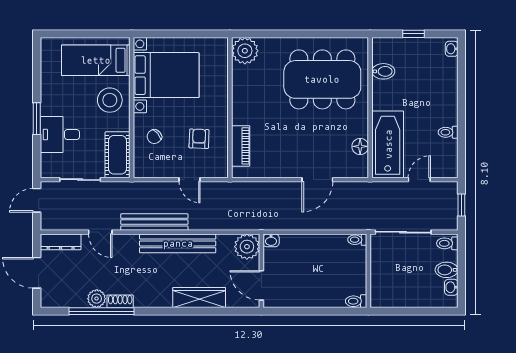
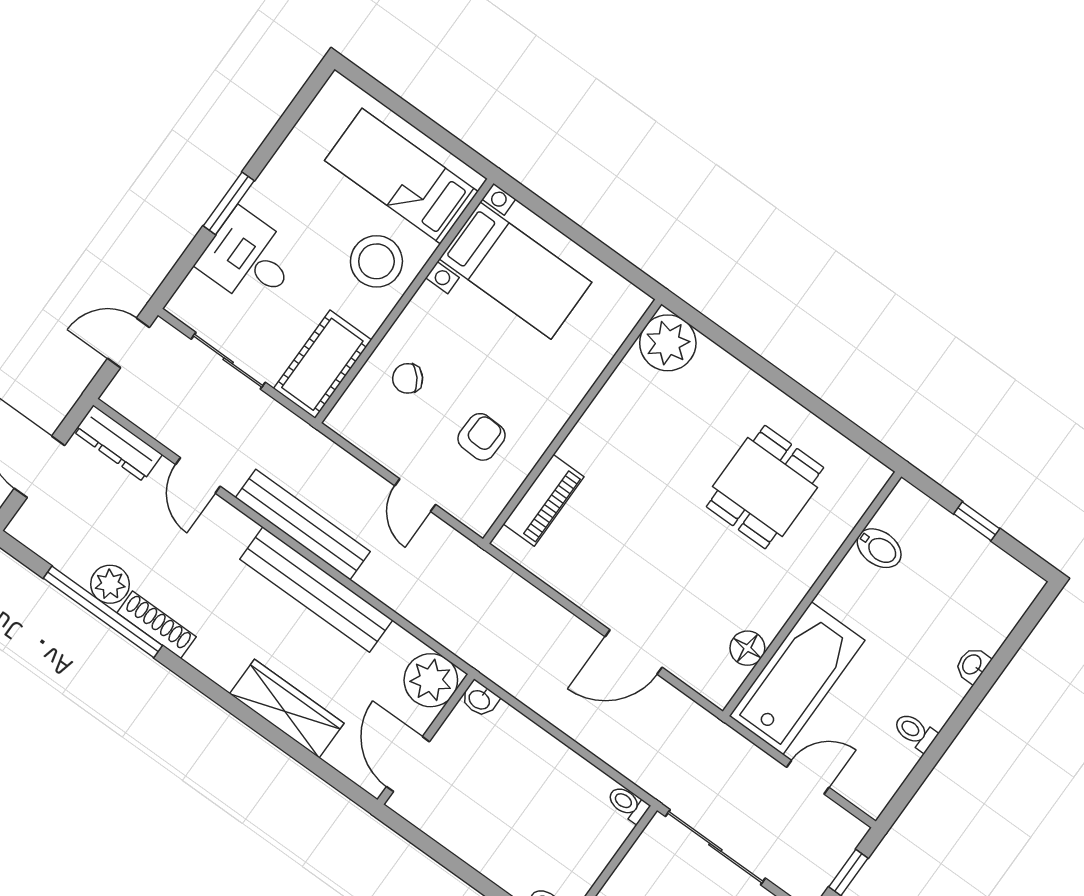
washbasin: (452, 49) -> (972, 665), moved
bed with nightstands: (166, 75) -> (515, 271), width x0.73
dining table: (322, 79) -> (765, 487), width x0.53, depth x0.80
shoe rack: (120, 301) -> (157, 625), width x1.43

